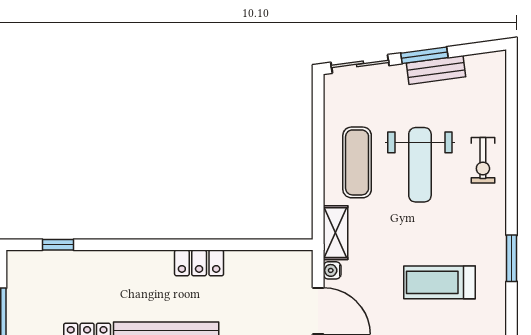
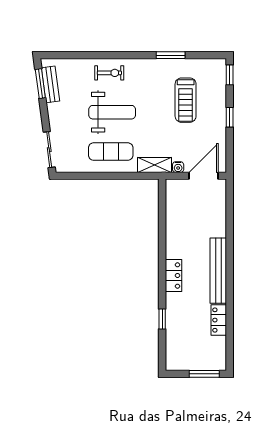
window: (424, 55) -> (40, 84), moved
bench: (436, 70) -> (51, 84), moved
window: (58, 245) -> (162, 319), moved
locker: (199, 263) -> (173, 275), moved

